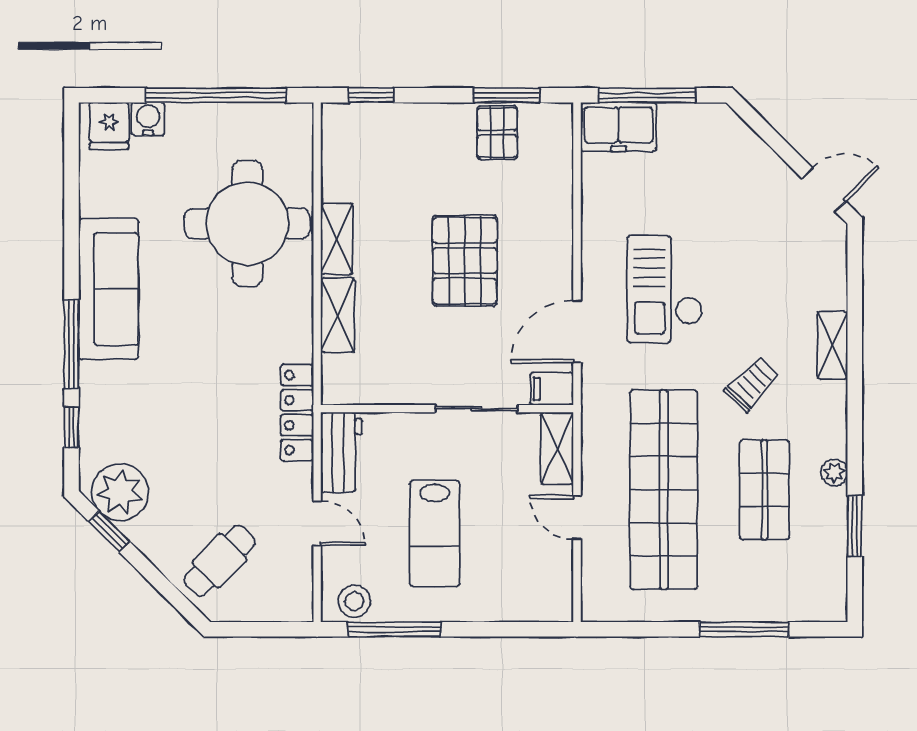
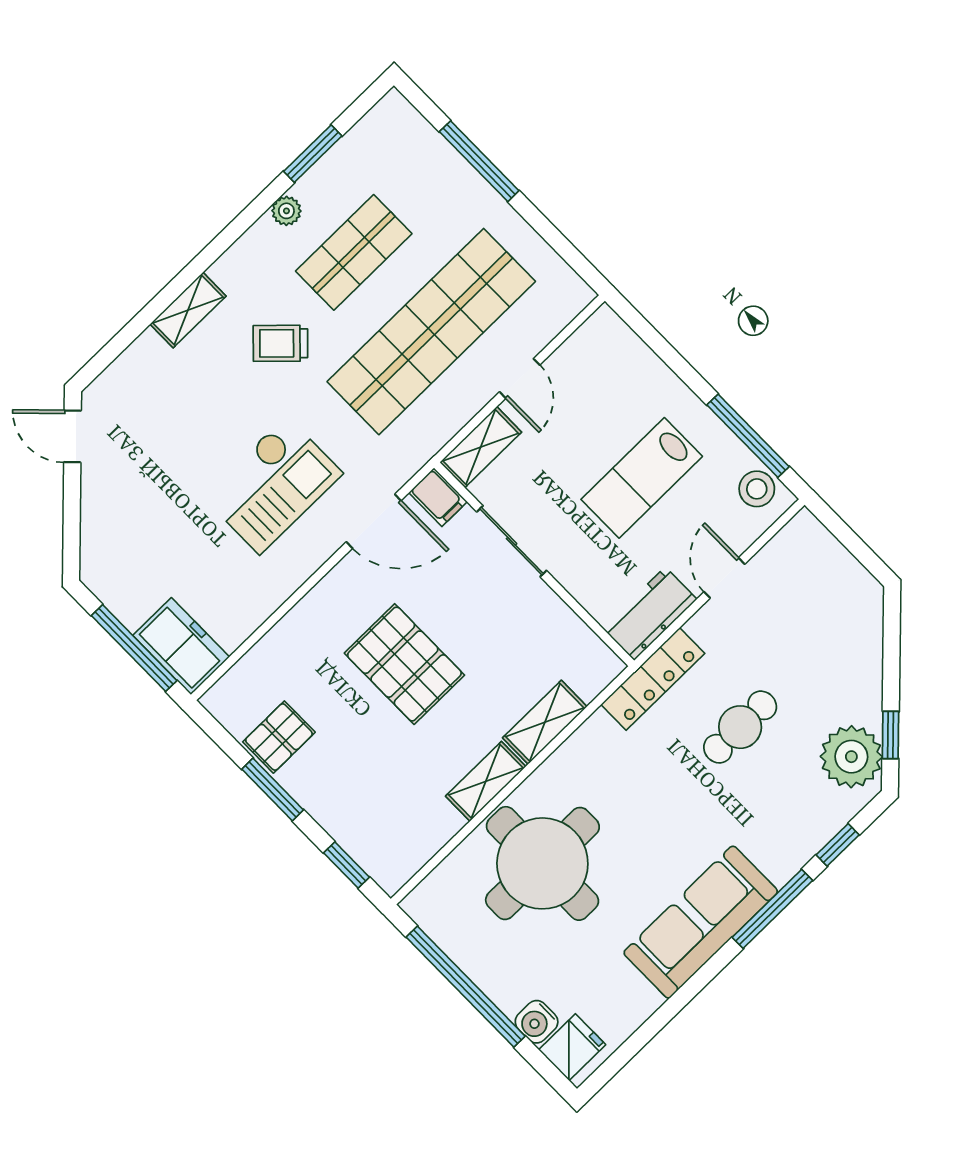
window: (507, 95) -> (273, 790), moved
pallet: (465, 261) -> (404, 664), turned 90
lab bench: (435, 533) -> (642, 478), turned 180
cafe table: (220, 561) -> (740, 727), moved, turned -45

